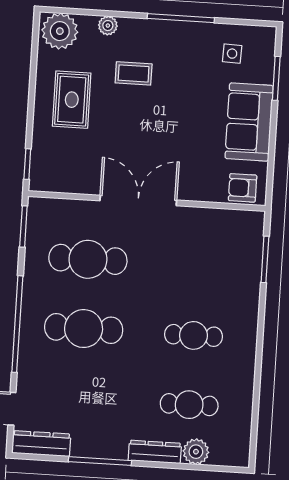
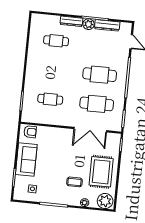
rug: (72, 100) -> (101, 172), width x1.36, depth x1.43
double door: (138, 200) -> (90, 130), moved
cafe table: (194, 335) -> (50, 99), moved
dresser: (41, 444) -> (107, 25), moved
plant: (196, 452) -> (89, 24), moved

